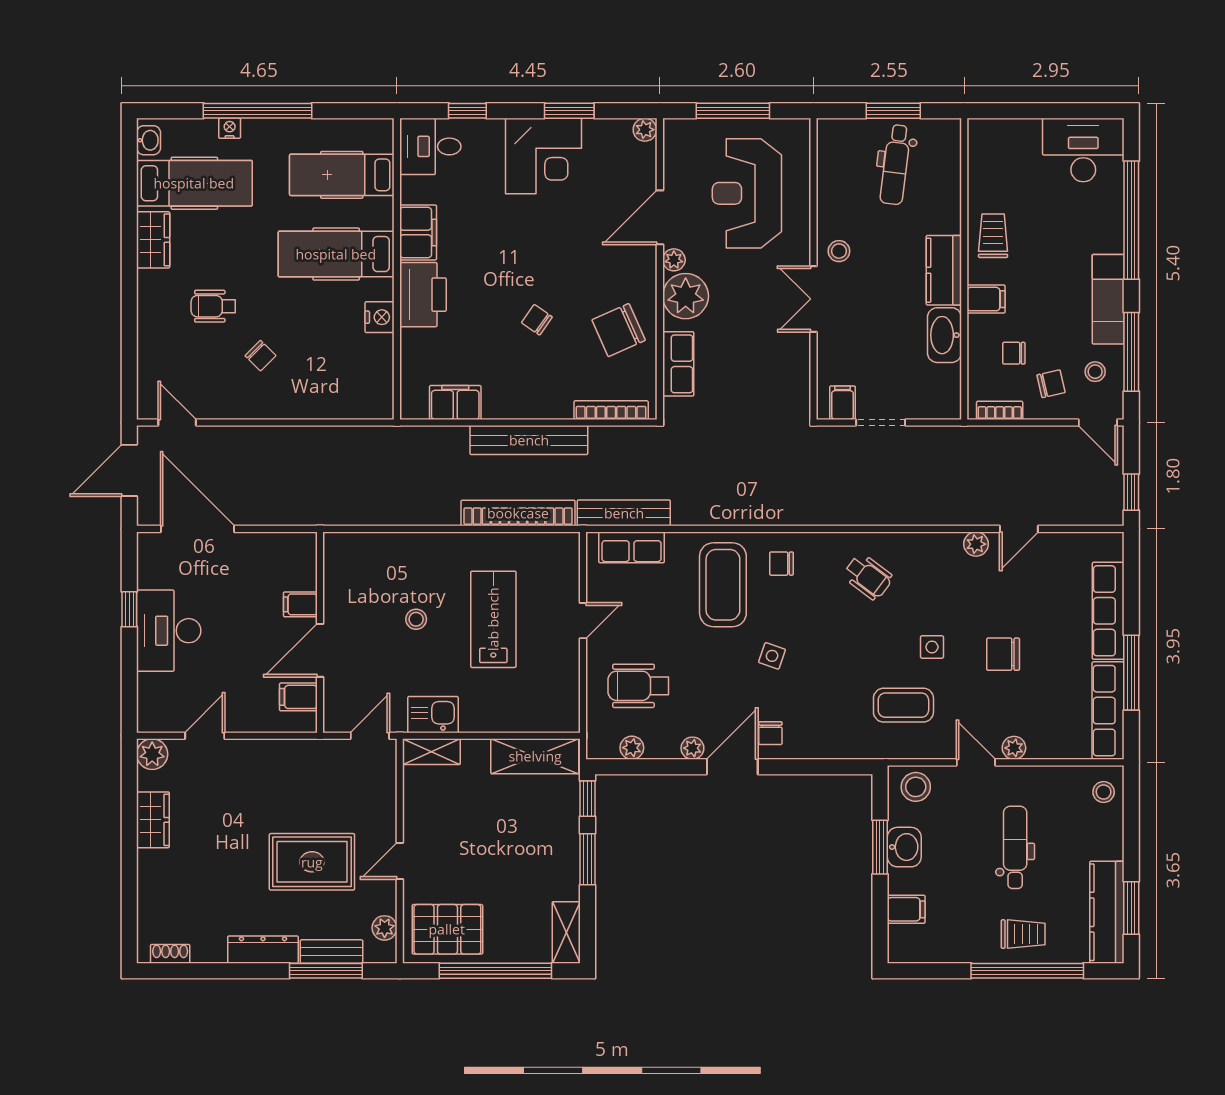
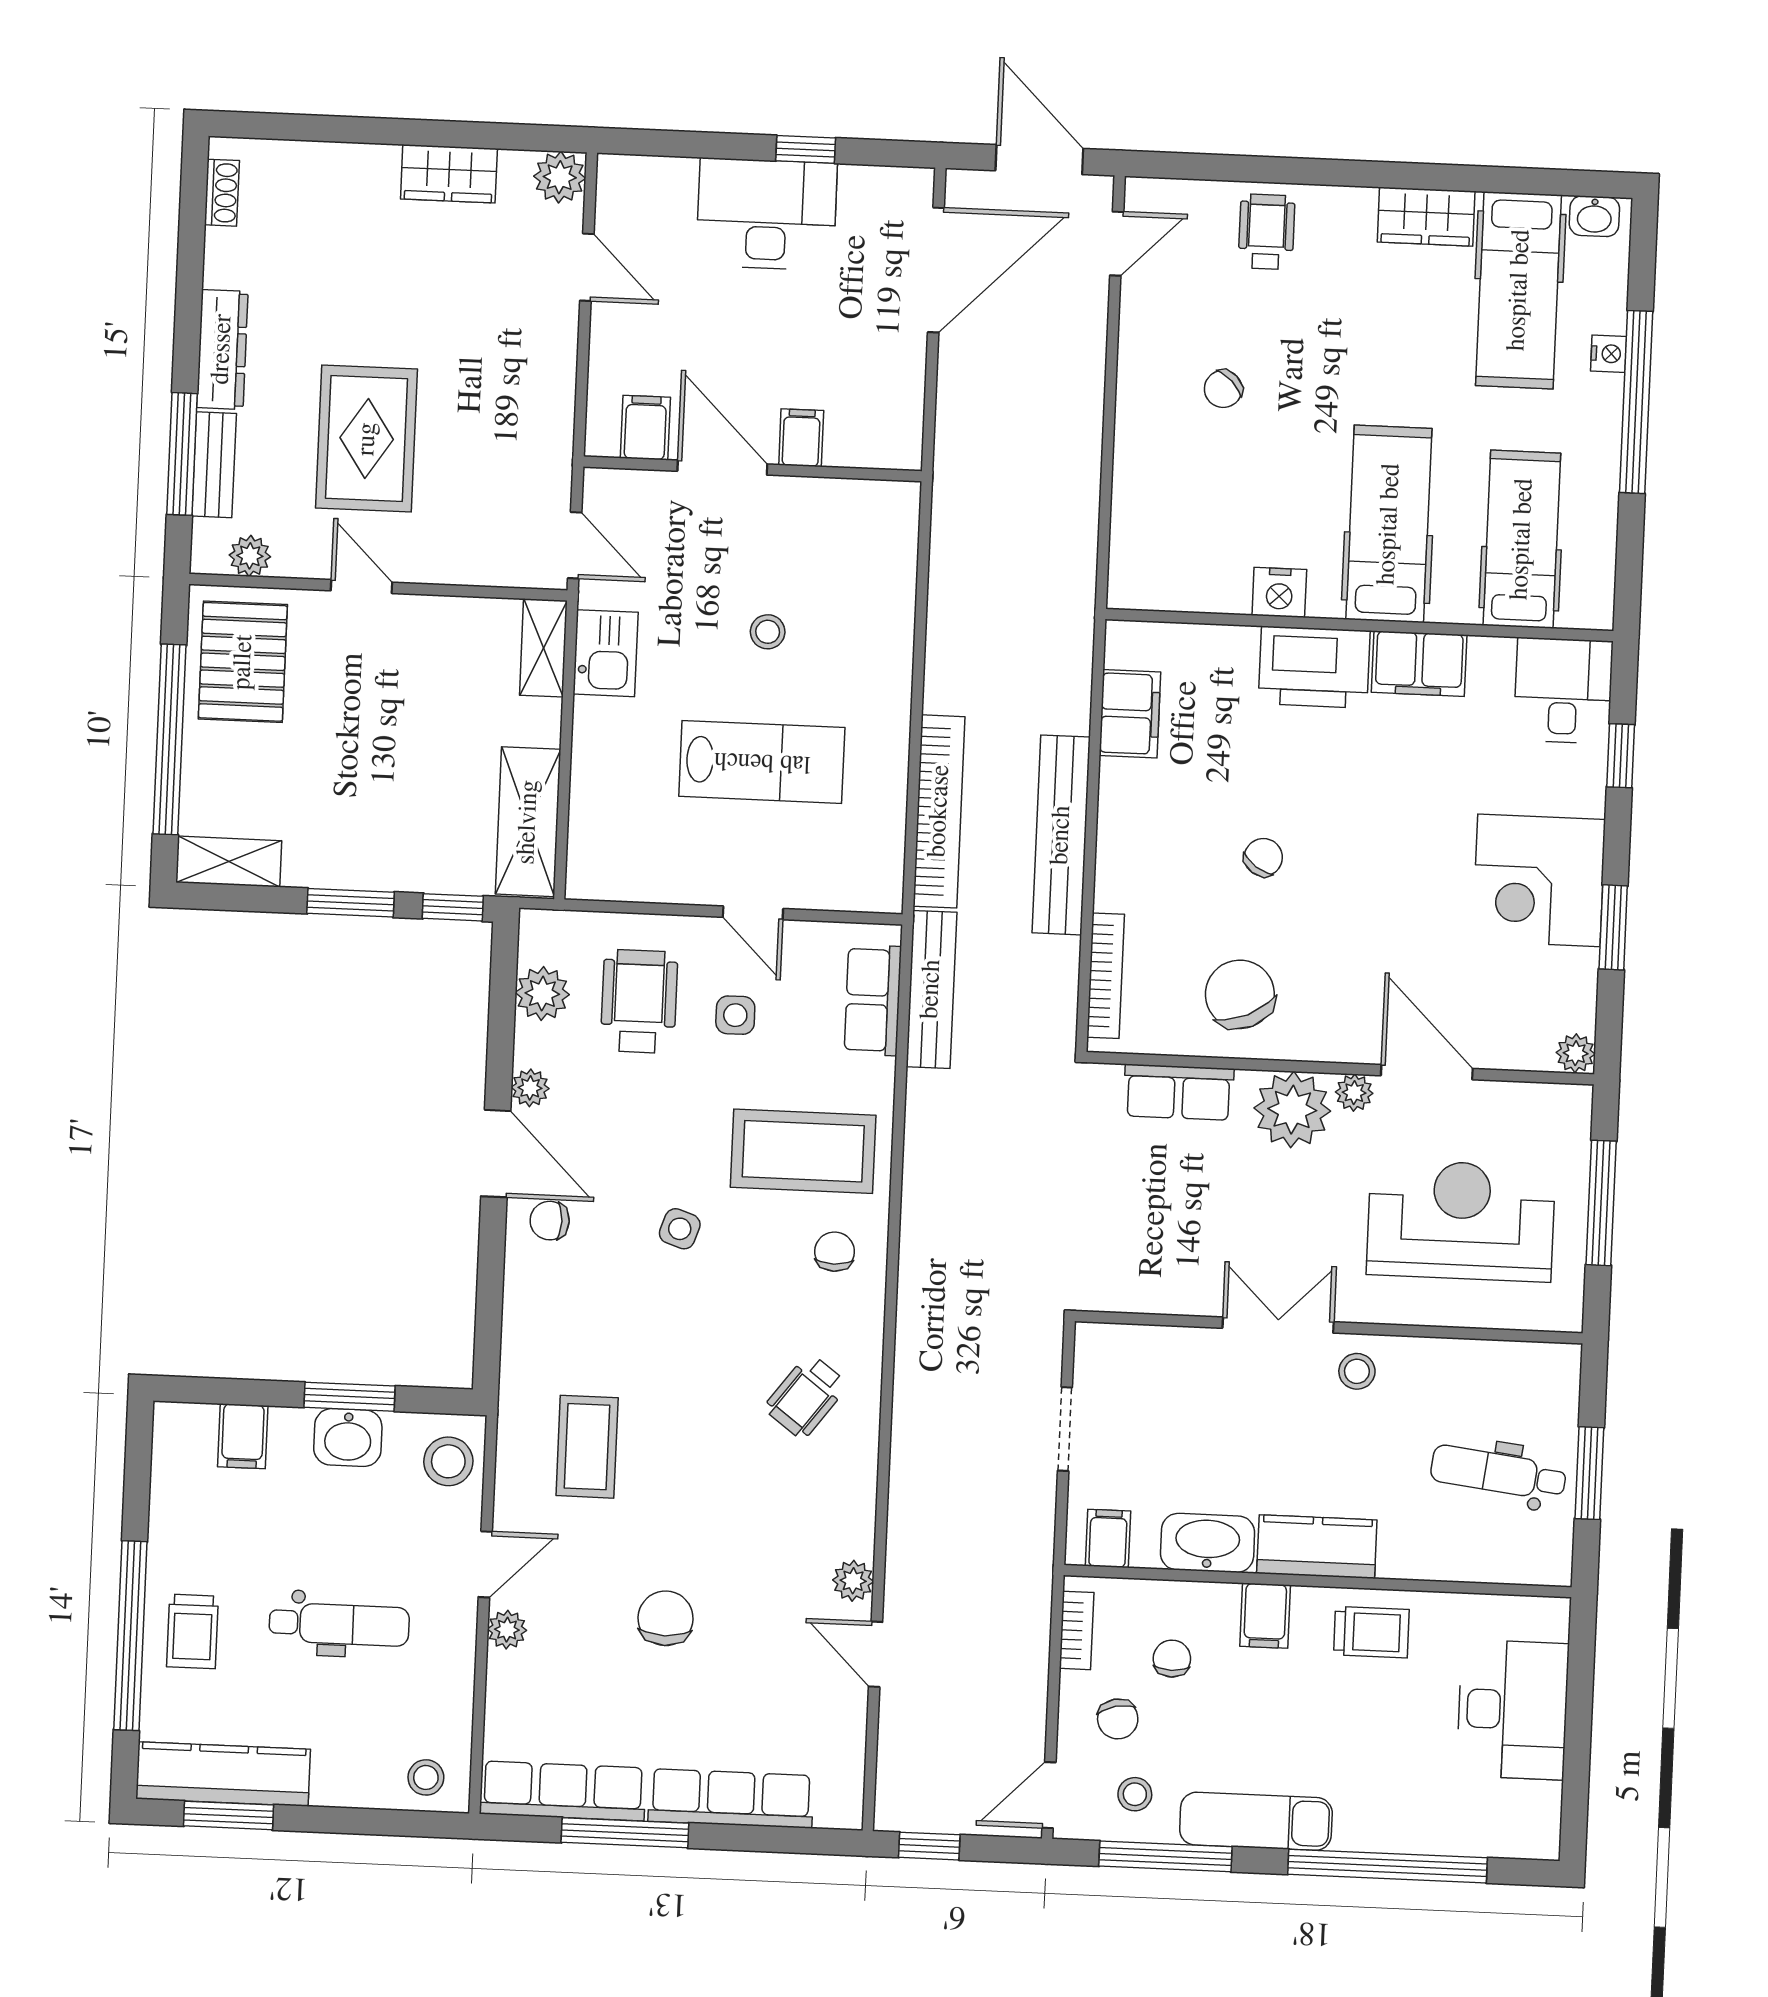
desk: (1083, 150) -> (1513, 1710), moved
wheelchair: (213, 306) -> (1267, 232), moved
filing cabinet: (842, 403) -> (1108, 1538), moved, turned -90
side table: (932, 647) -> (735, 1015), moved
plant: (632, 748) -> (542, 994), width x1.38, depth x1.38

